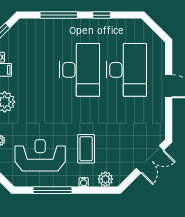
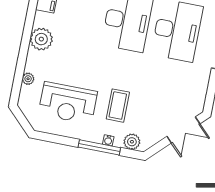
reception desk: (40, 155) -> (68, 103), turned 180
window: (53, 190) -> (99, 147), moved

